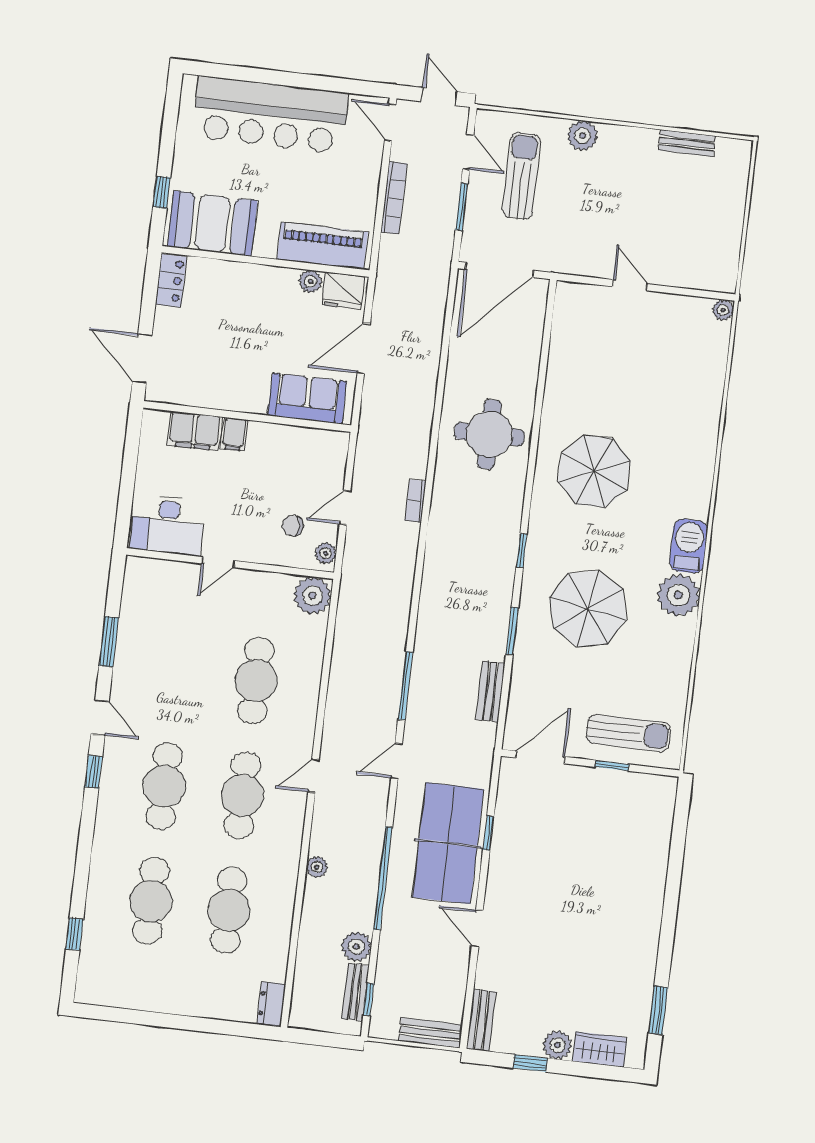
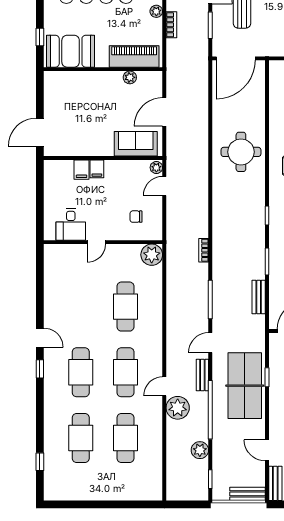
plant: (370, 171) -> (156, 11), added
bookcase: (394, 198) -> (171, 25), width x0.64
locker: (171, 281) -> (51, 86), removed
fridge: (343, 291) -> (149, 81), removed
door: (142, 359) -> (40, 132), hinge flipped
filing cabinet: (194, 431) -> (82, 170), width x0.50
bookcase: (415, 501) -> (204, 250), moved
door: (345, 508) -> (164, 186), moved
desk: (168, 525) -> (71, 224), width x0.73
plant: (326, 553) -> (156, 167), moved
window: (109, 642) -> (40, 294), removed
door: (314, 776) -> (164, 386), moved
plant: (317, 867) -> (178, 408), width x1.88, depth x1.88
door: (477, 928) -> (267, 450), moved
bench: (355, 992) -> (202, 375), moved
dresser: (271, 1004) -> (156, 488), removed

